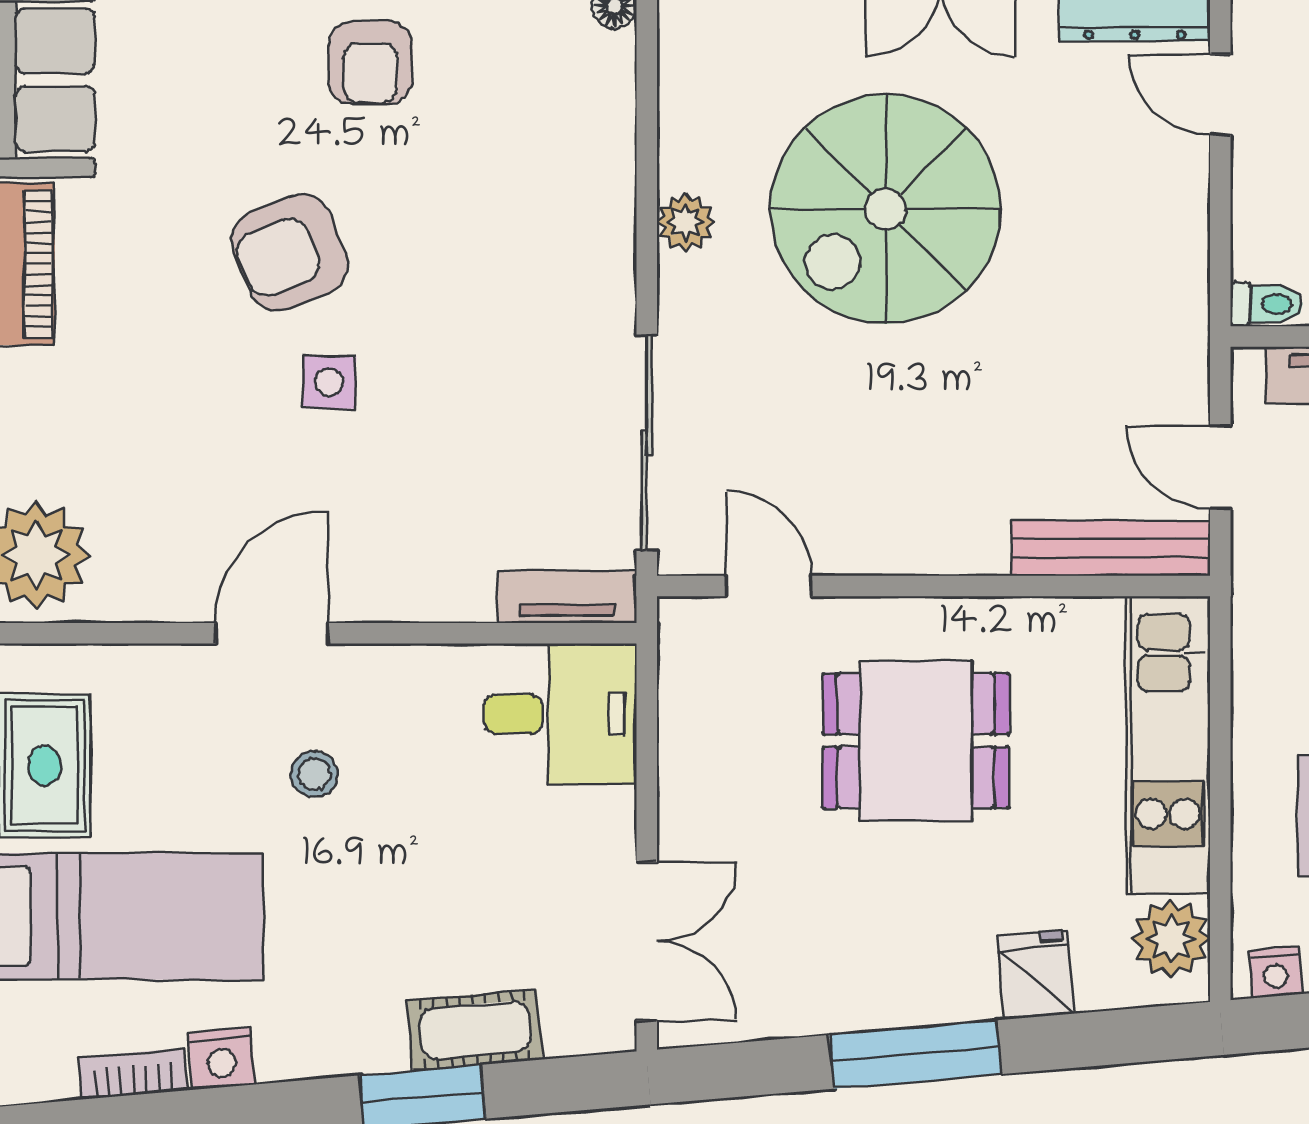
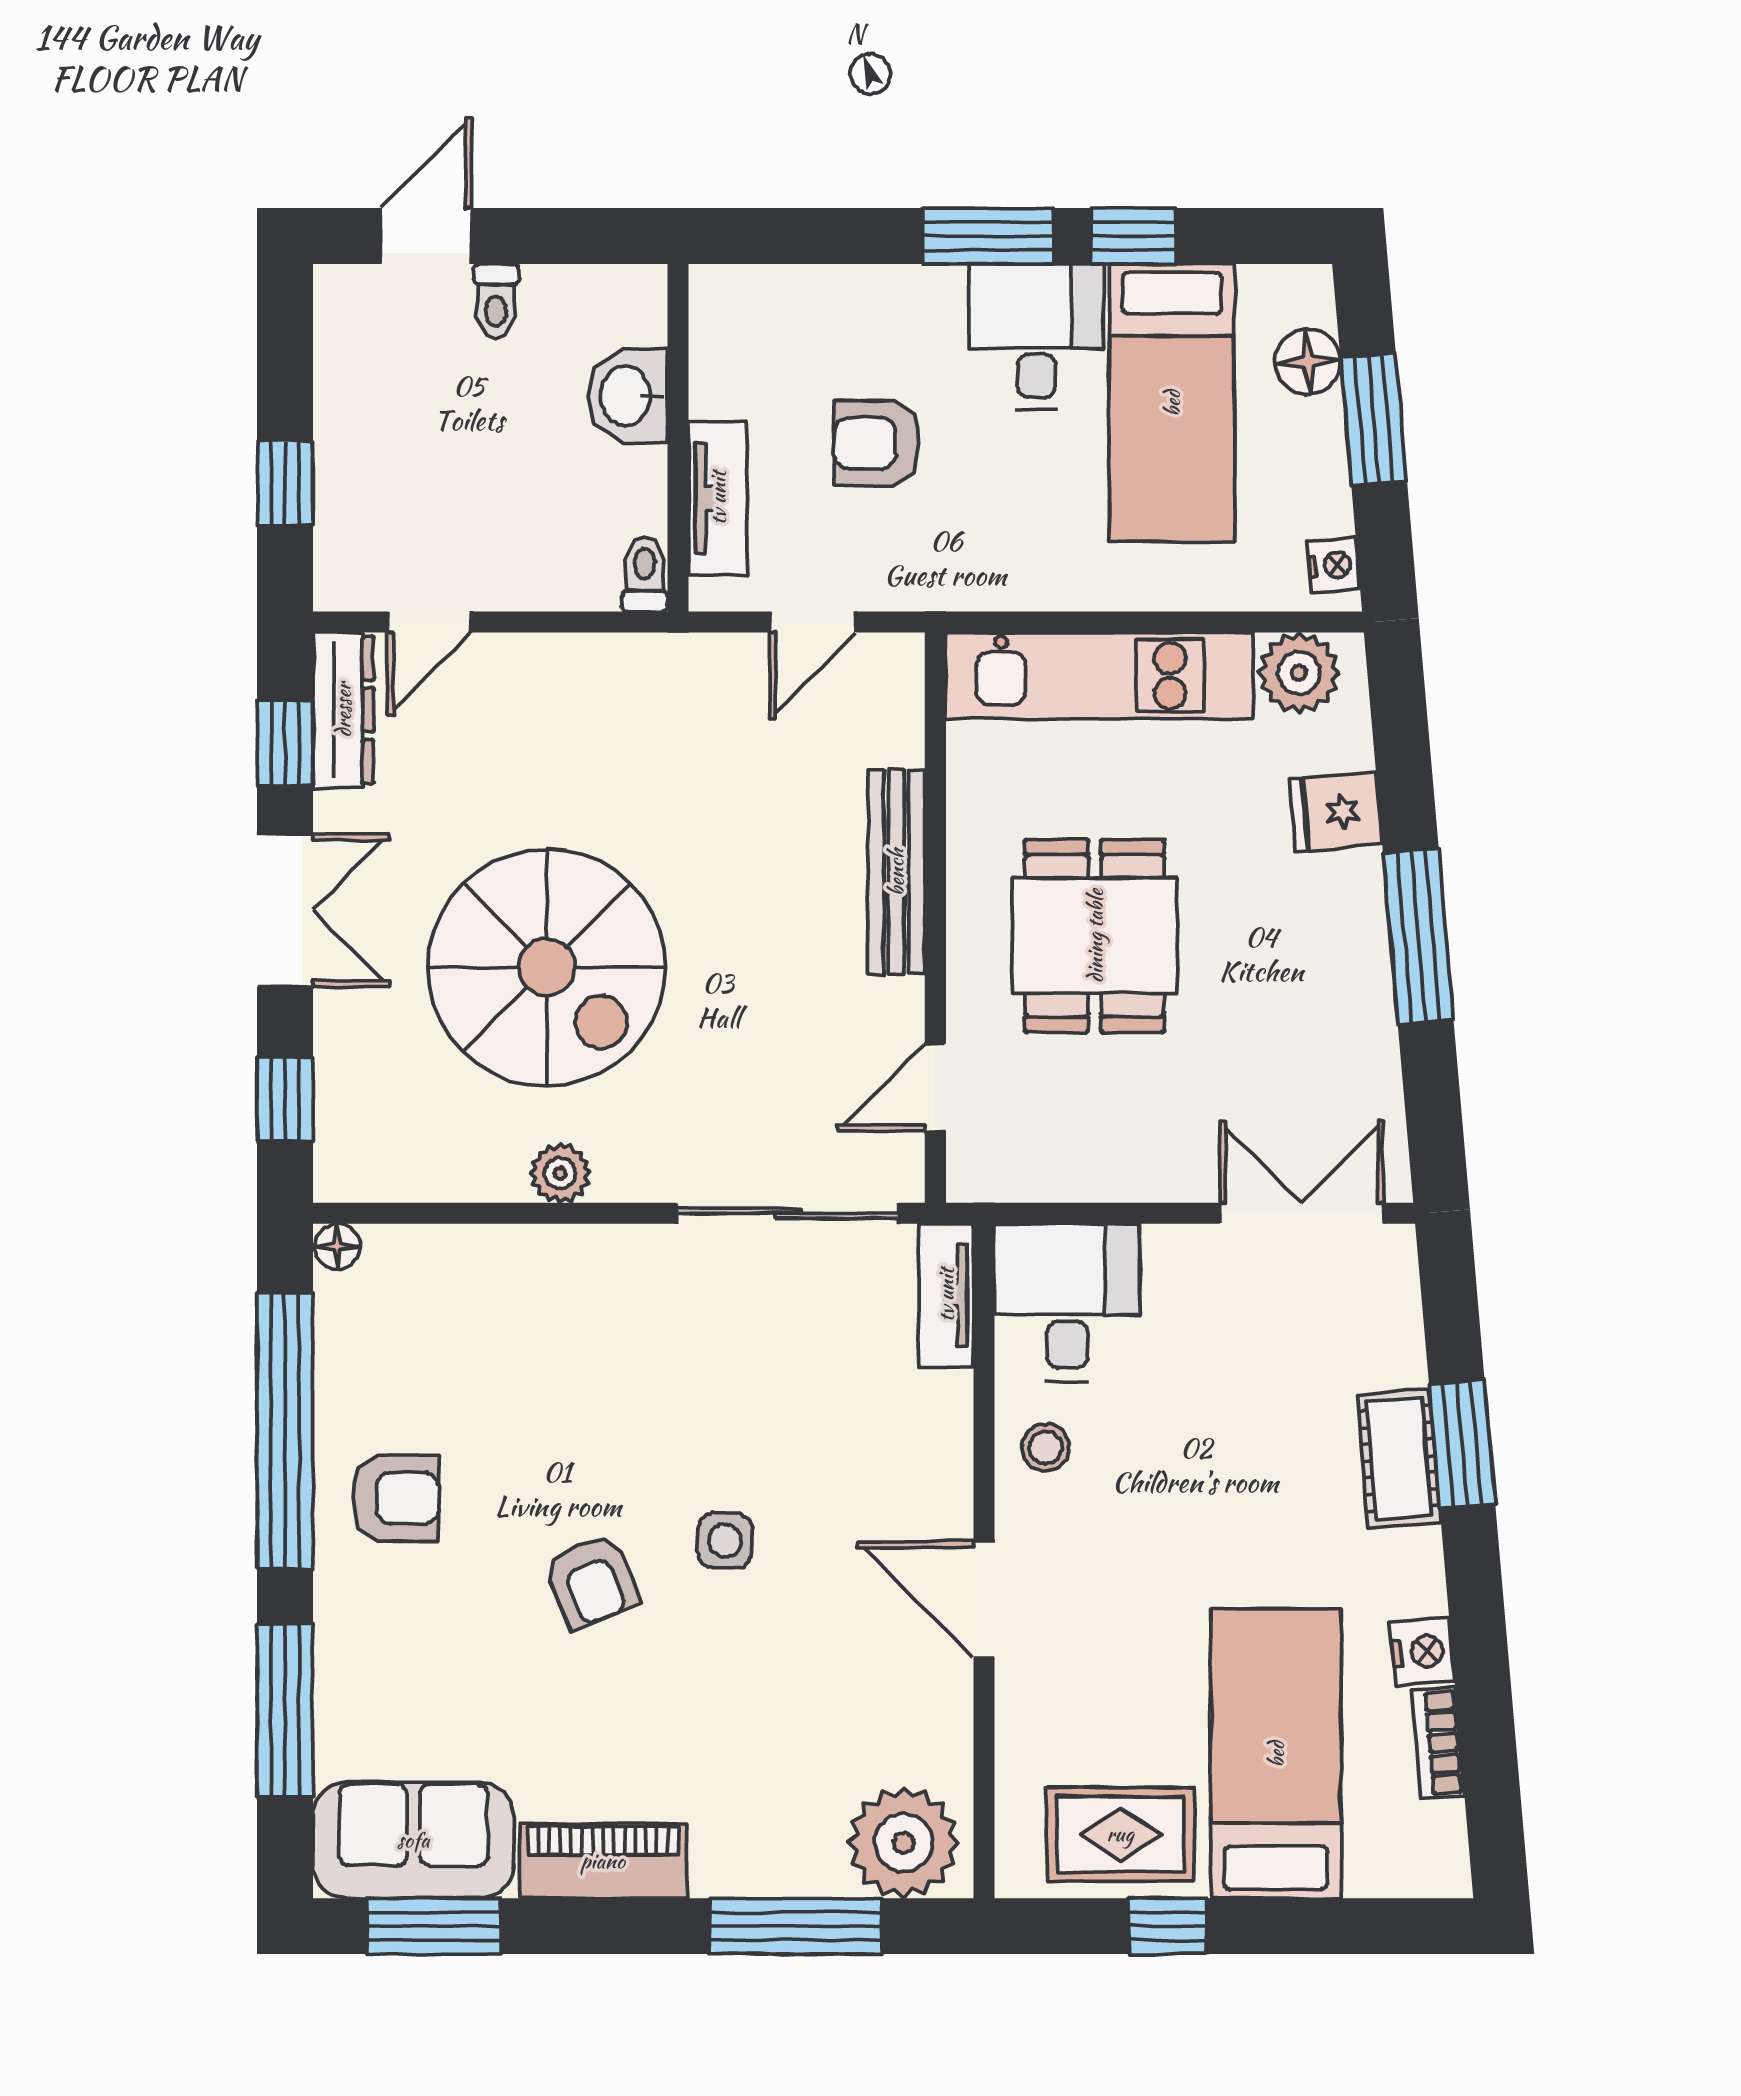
armchair: (290, 253) -> (592, 1581), width x0.72, depth x0.72
bench: (1111, 548) -> (896, 872), moved
stool: (314, 774) -> (1045, 1448), moved
cot: (475, 1030) -> (1399, 1459), moved

